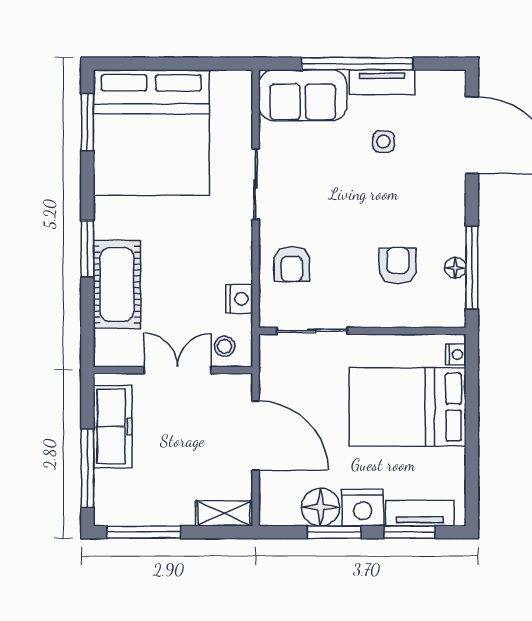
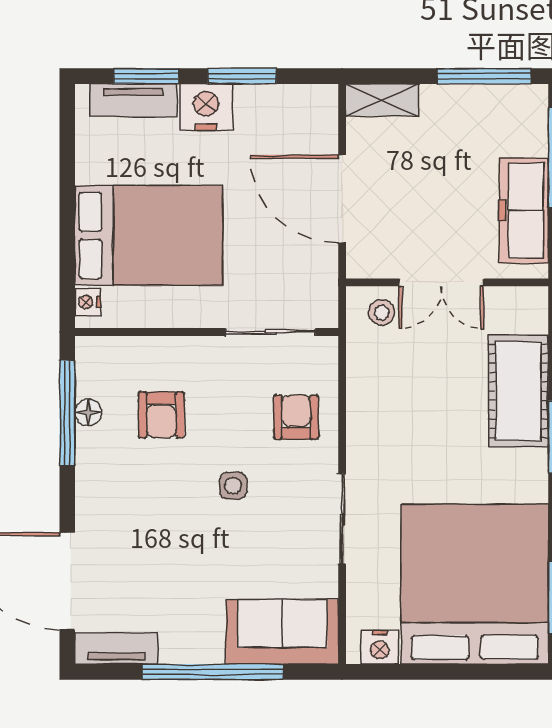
tv unit: (382, 82) -> (116, 648), moved
side table: (383, 142) -> (233, 486), moved
nightstand: (239, 299) -> (380, 647), moved, turned -90
floor lamp: (321, 507) -> (259, 108), removed

